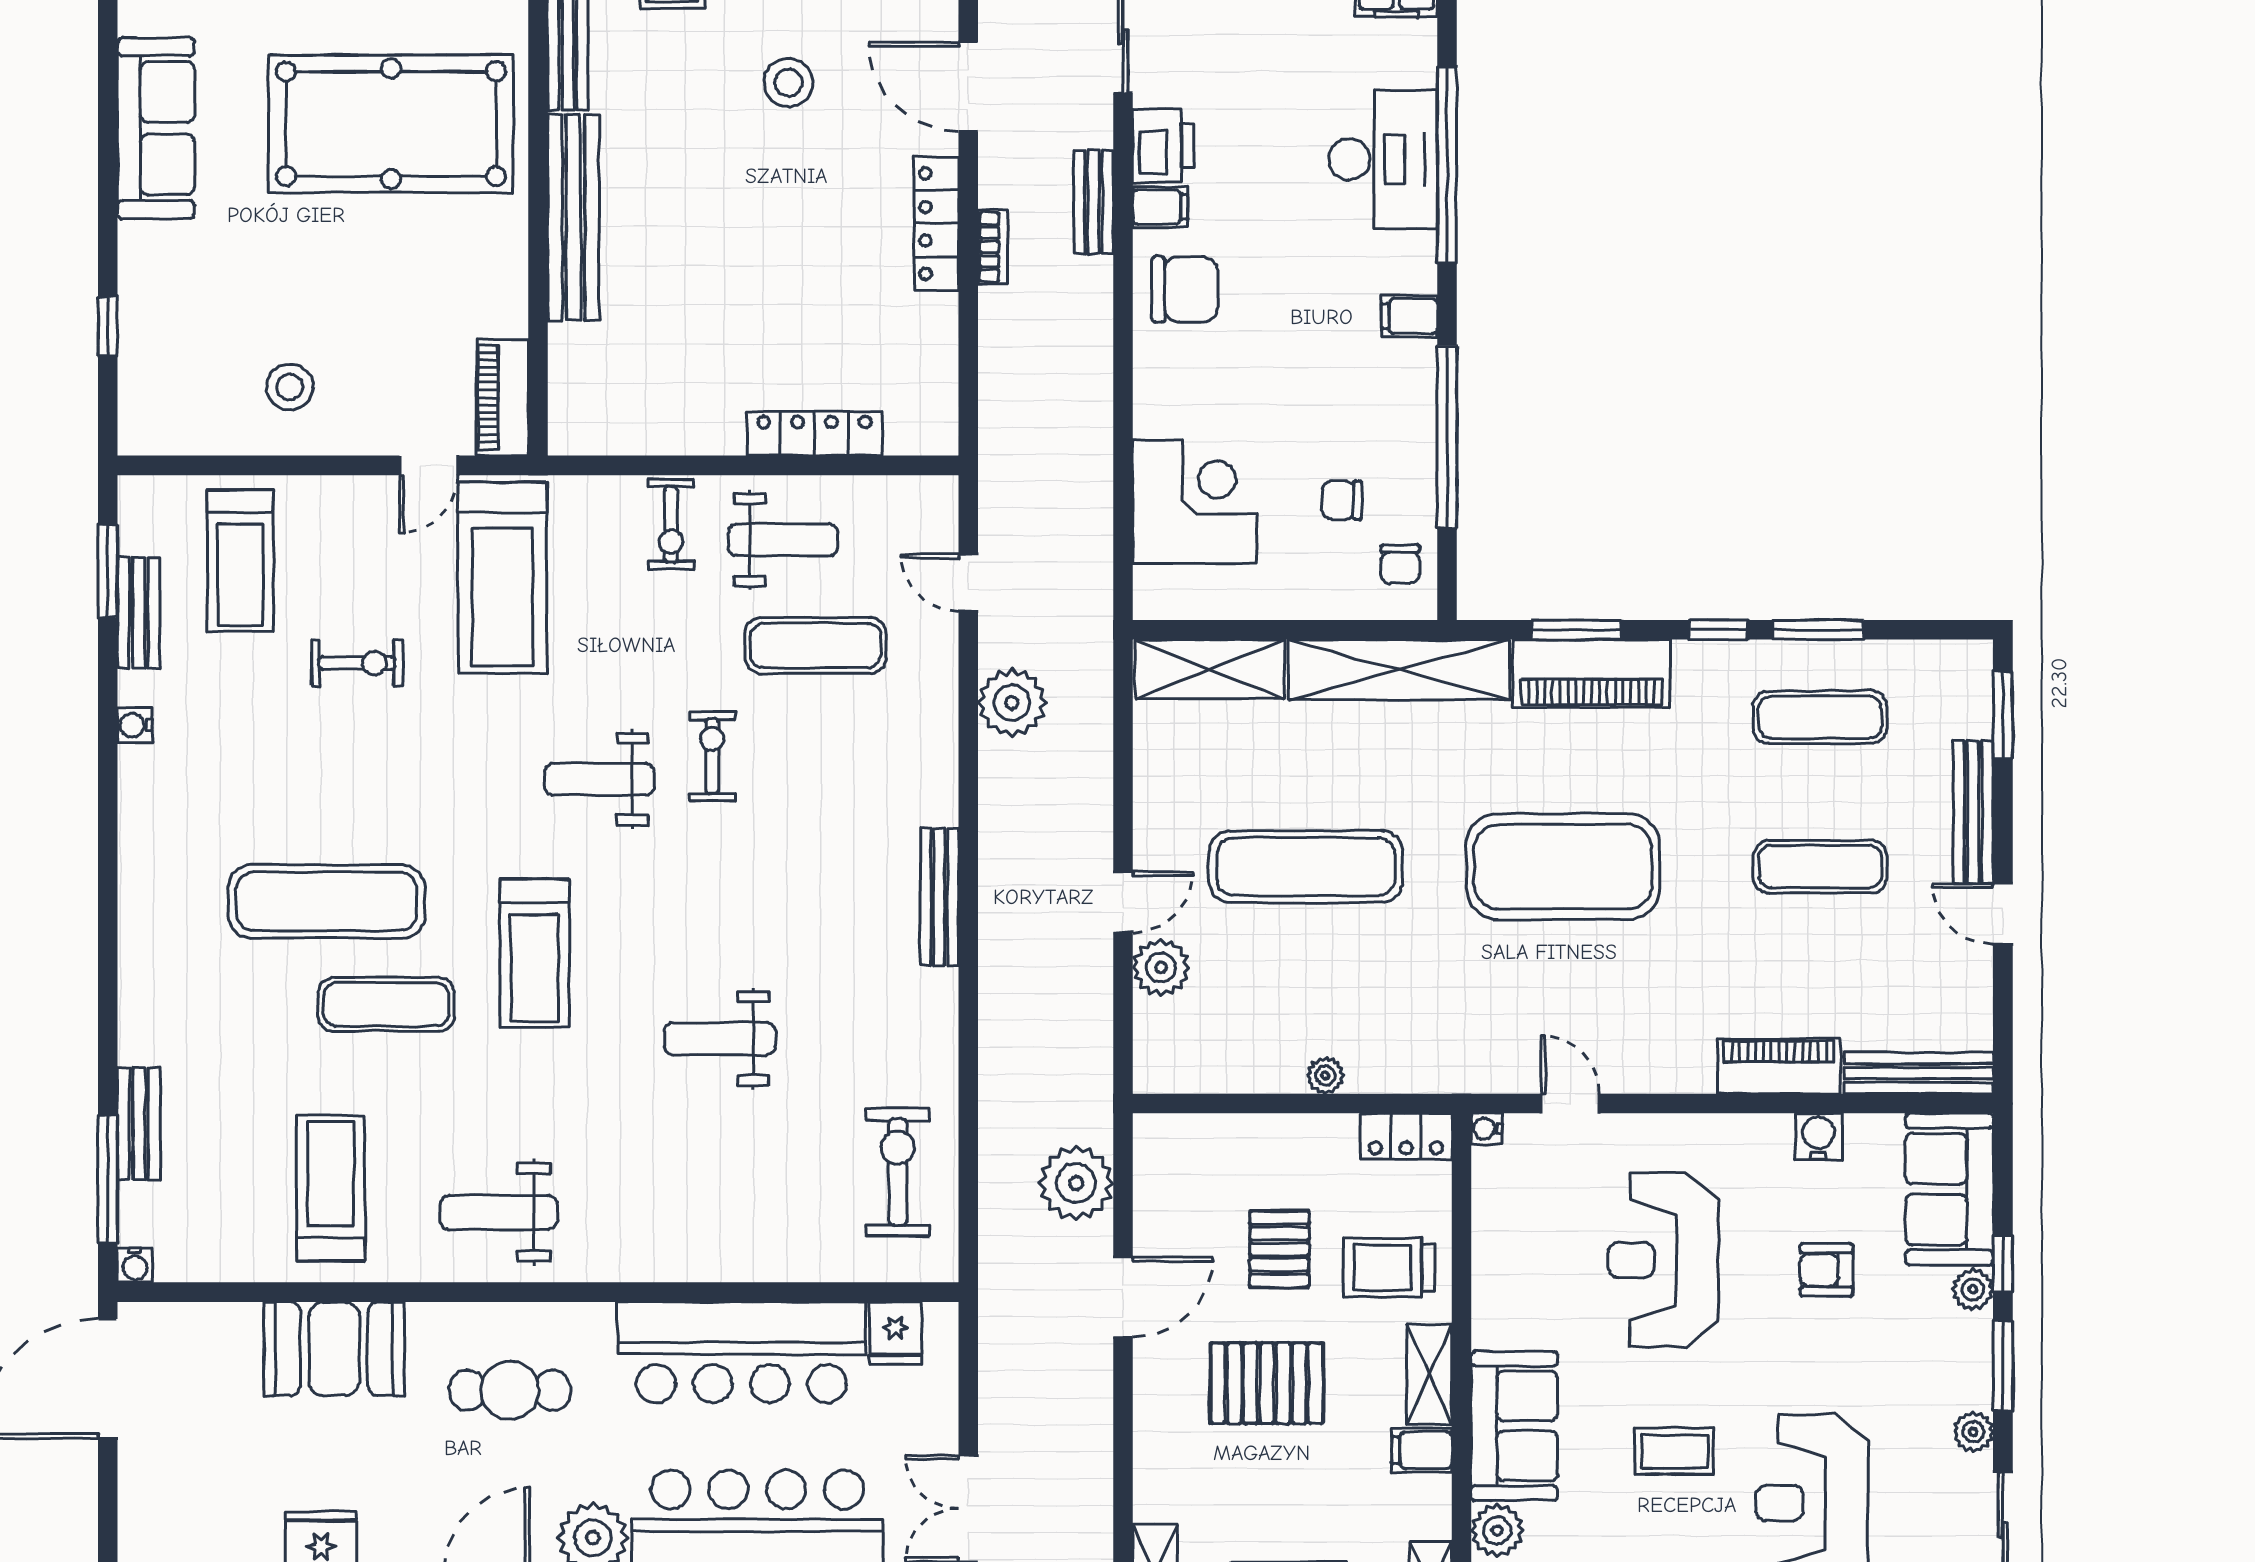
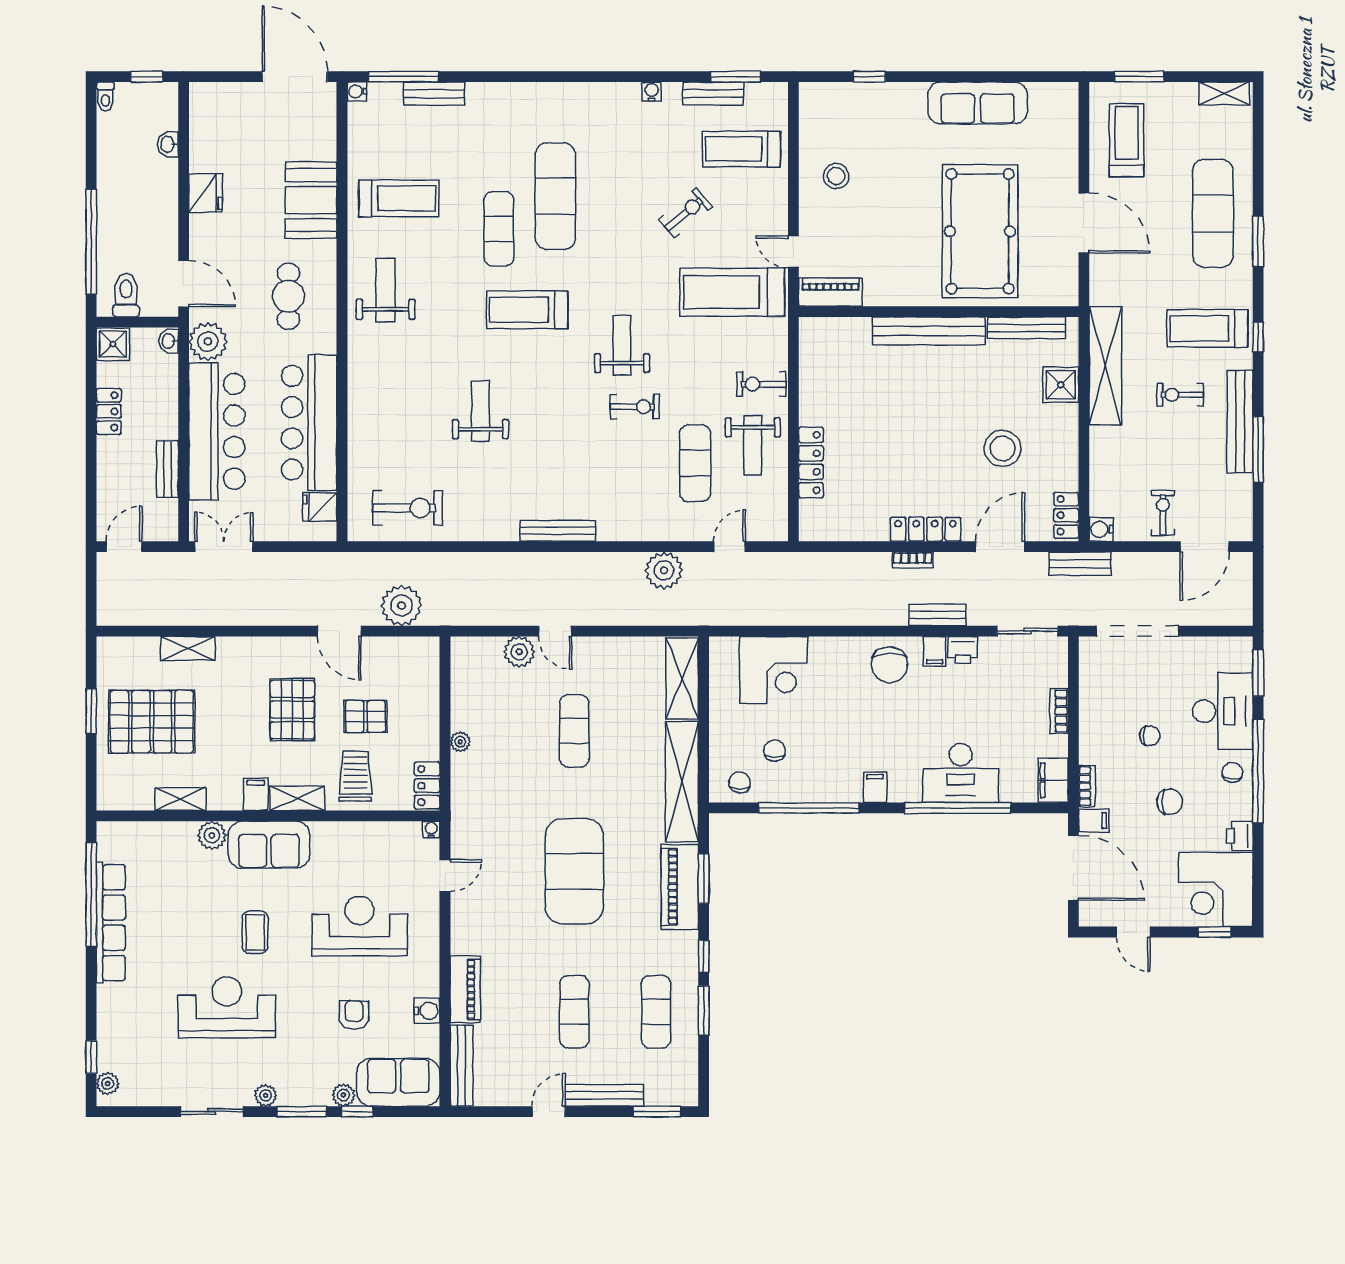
stool: (788, 83) -> (1002, 448), width x1.38, depth x1.38
printer: (1163, 146) -> (963, 650), width x0.73, depth x0.81
chair: (1400, 564) -> (740, 782), turned 90
exercise bike: (357, 663) -> (686, 213), turned -130
exercise mat: (1306, 867) -> (574, 731), width x0.73, depth x0.69

